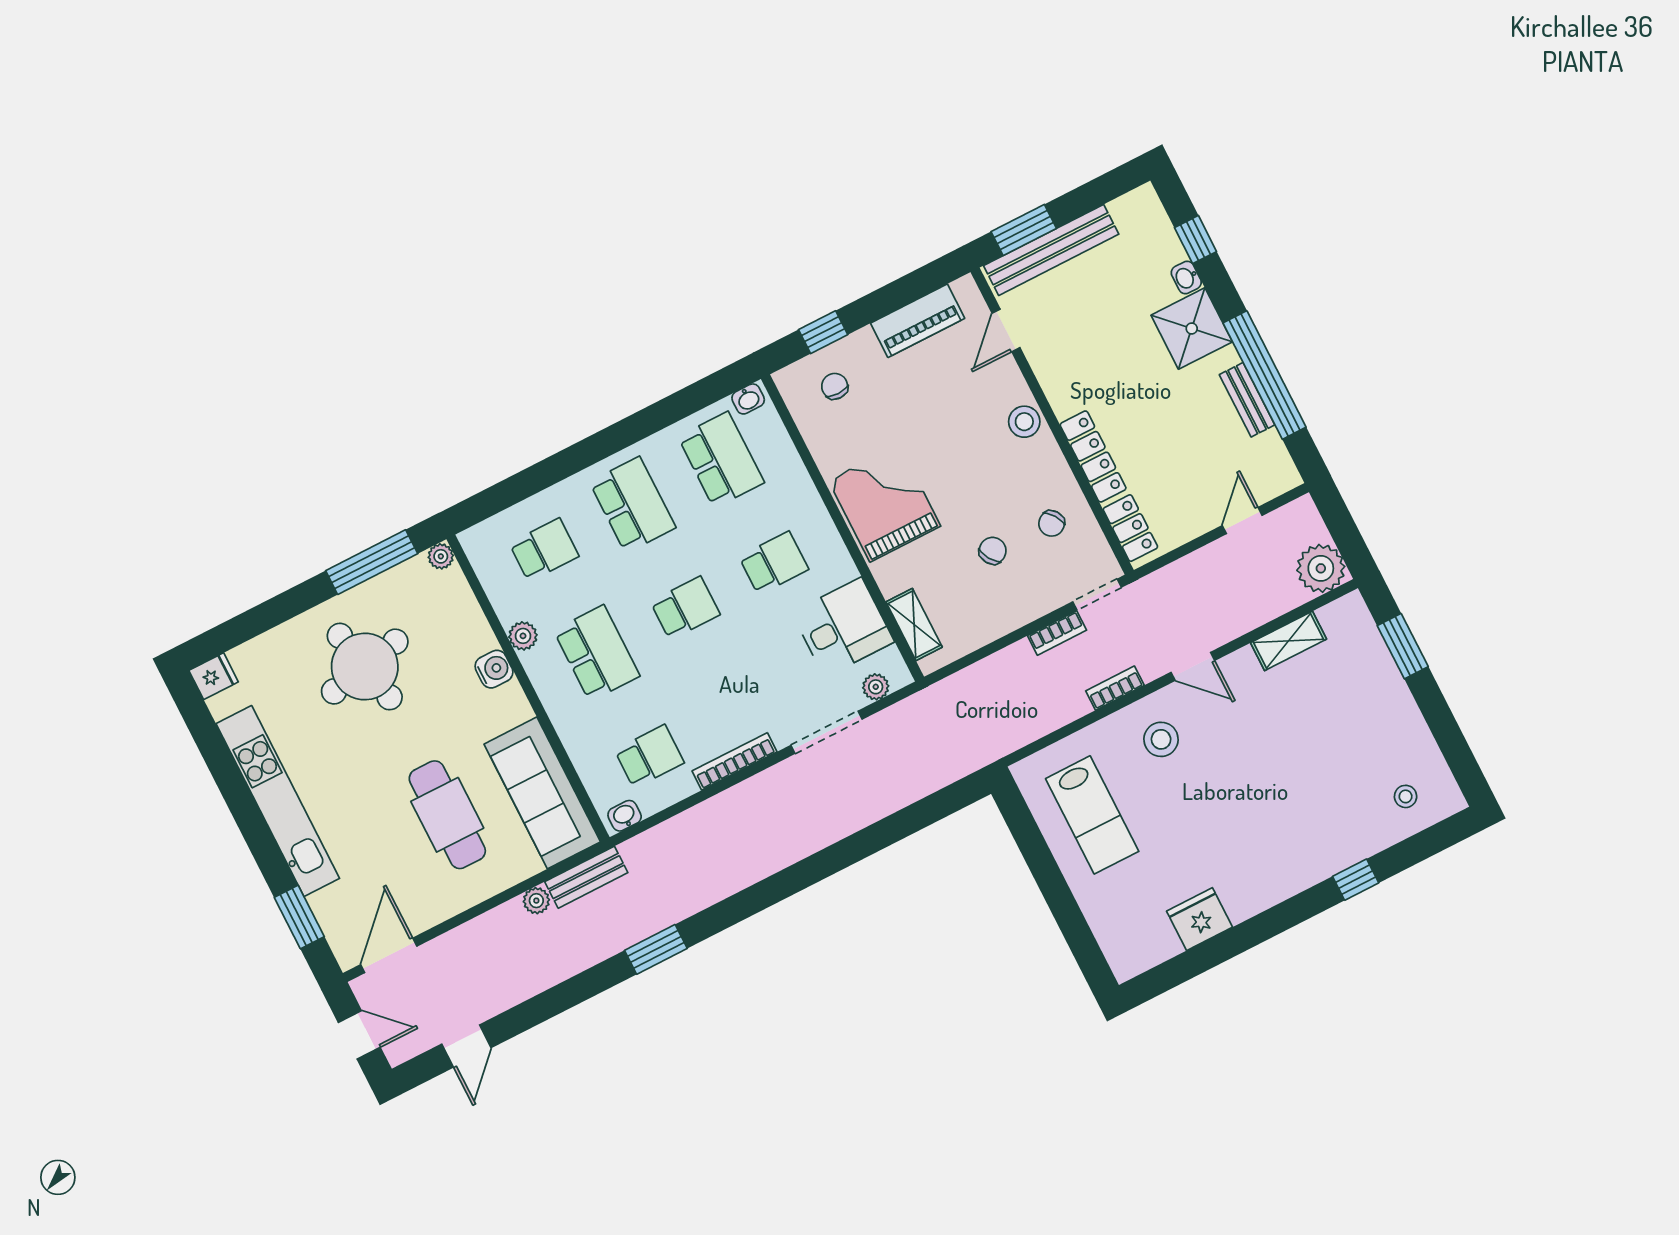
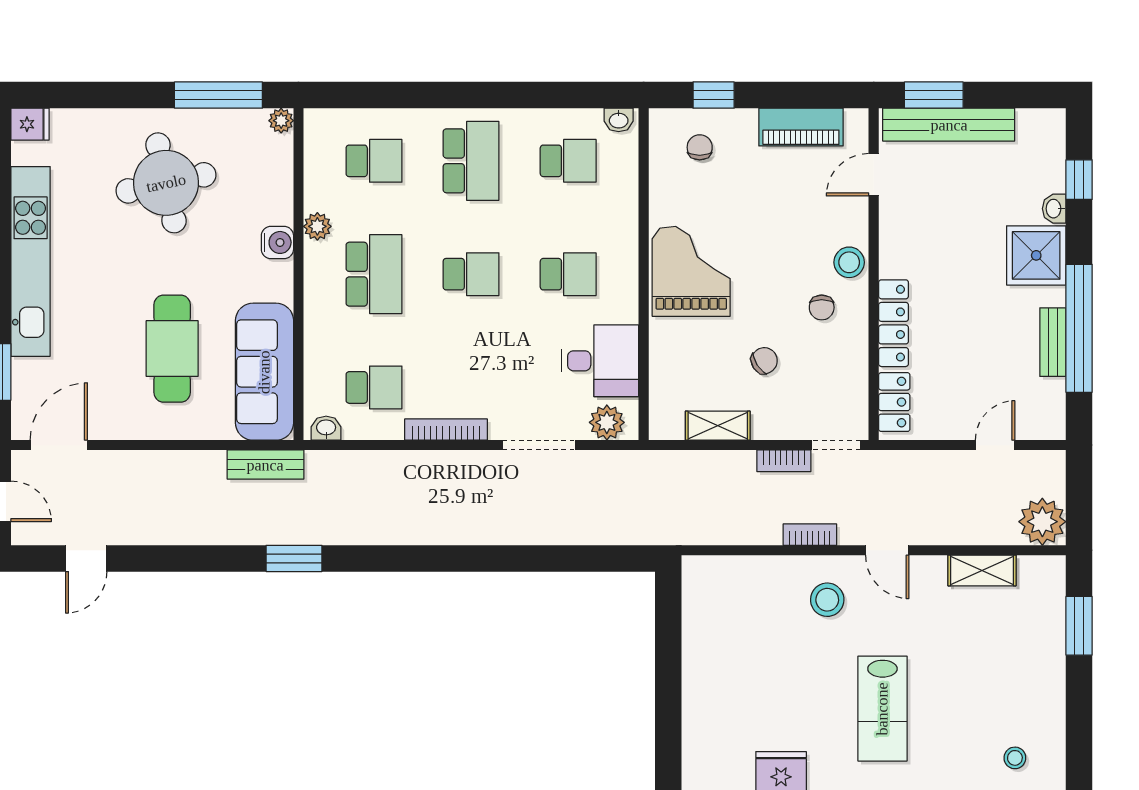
school desk: (721, 460) -> (568, 161), width x0.54
chair: (1052, 523) -> (822, 307), moved, turned -55
shelving: (914, 625) -> (718, 426), moved, turned 90
plant: (876, 687) -> (607, 422), width x1.38, depth x1.38
lab bench: (1092, 815) -> (882, 709), moved
plant: (536, 901) -> (212, 463), removed

